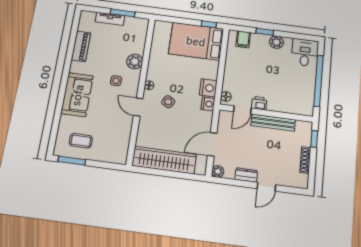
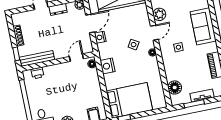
floor lamp: (138, 38) -> (175, 87), added
plant: (135, 62) -> (159, 14), moved
printer: (259, 103) -> (37, 73), moved
nightstand: (208, 104) -> (100, 37), moved
door: (138, 107) -> (154, 33), hinge flipped
bench: (273, 123) -> (37, 59), moved

